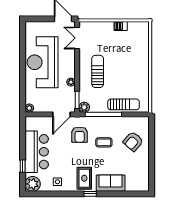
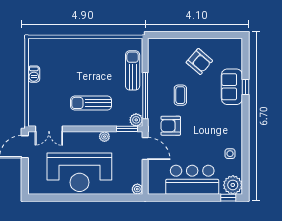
armchair: (80, 135) -> (171, 126), turned 180
armchair: (133, 141) -> (199, 62), moved
window: (23, 166) -> (228, 198), moved
rug: (84, 178) -> (226, 120), removed
window: (90, 194) -> (245, 87), moved

